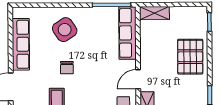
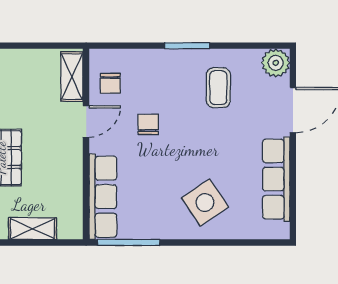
shelving: (154, 13) -> (33, 229), moved
chair: (67, 68) -> (148, 124), moved

